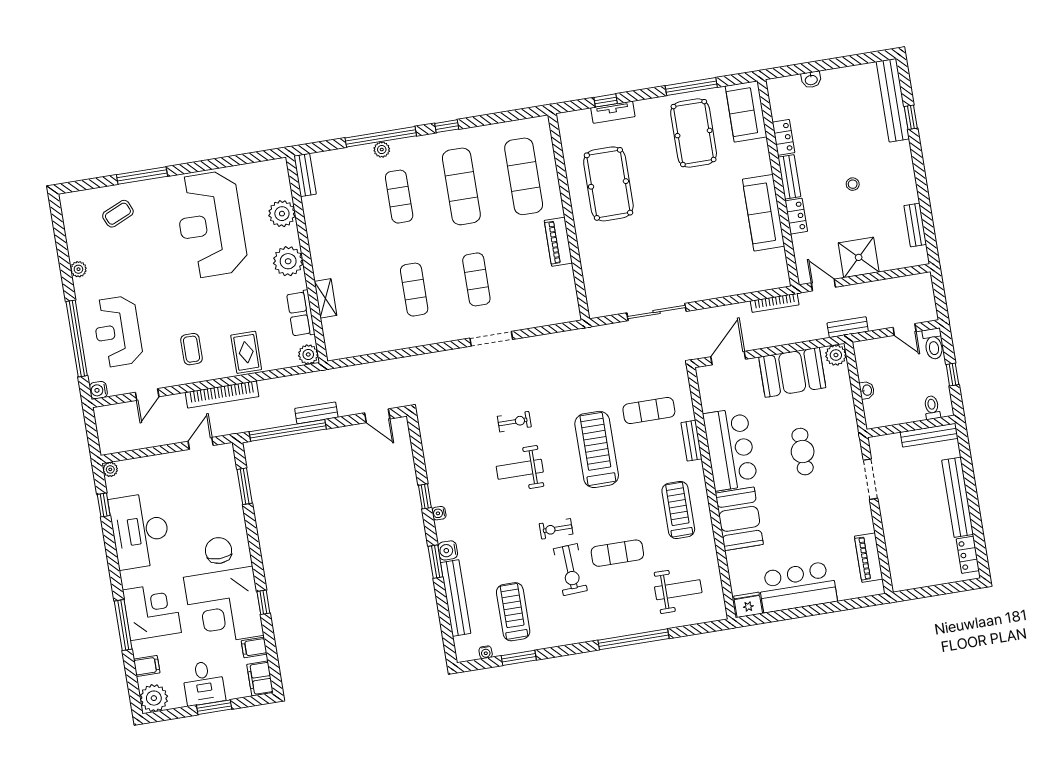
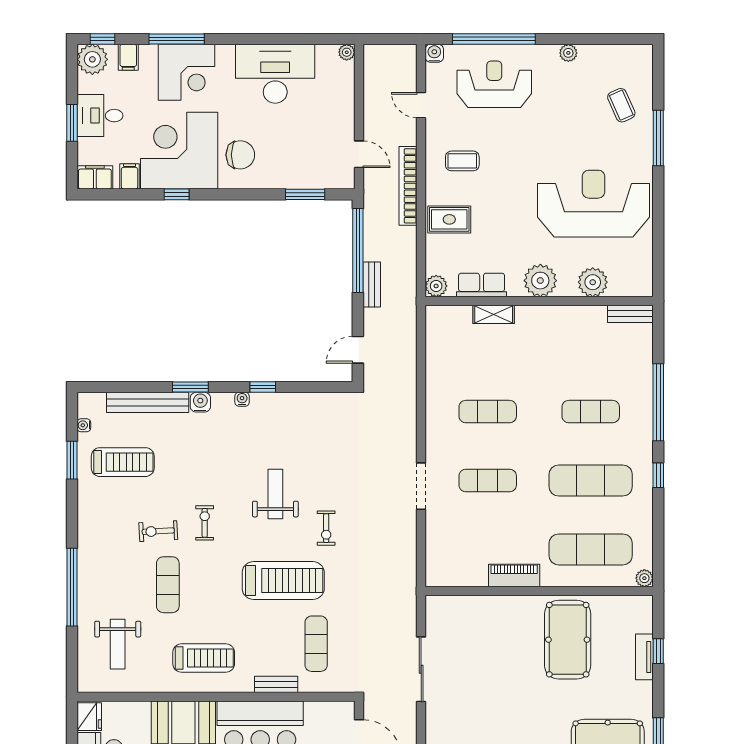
plant: (382, 150) -> (644, 578), moved
pool table: (608, 184) -> (568, 640), turned 90
exercise bike: (514, 422) -> (326, 528), moved
window: (104, 505) -> (103, 39), moved
exercise bike: (570, 570) -> (158, 531), width x0.73, depth x0.72

